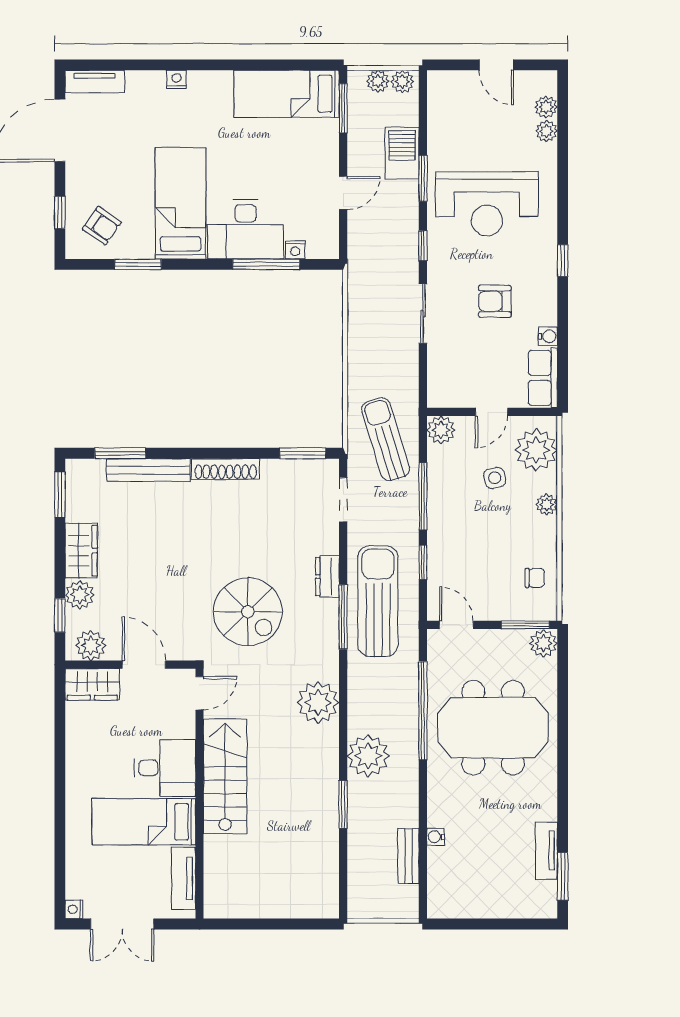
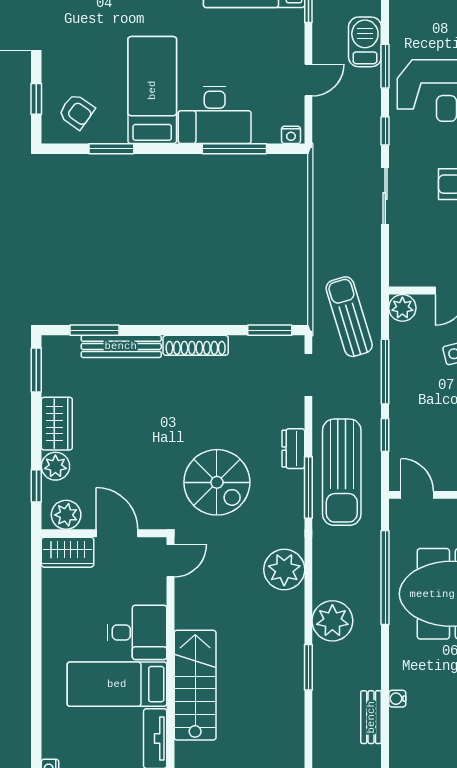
nightstand: (295, 250) -> (291, 135), moved
sun lounger: (378, 601) -> (342, 472), turned 180
stairs: (225, 776) -> (195, 685), moved

